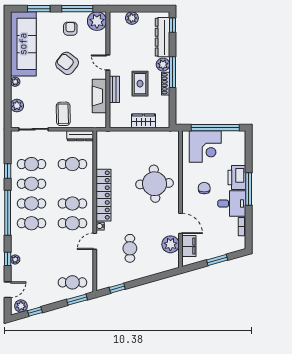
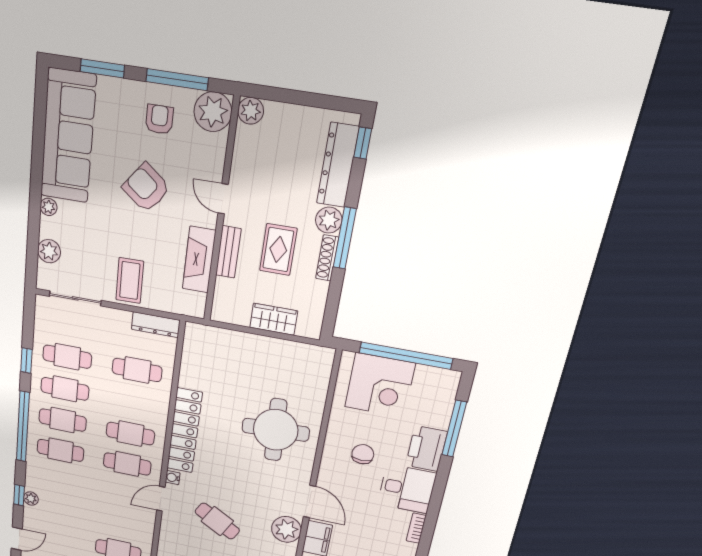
plant: (132, 18) -> (251, 111), moved
window: (249, 189) -> (454, 429), moved
cafe table: (130, 248) -> (217, 521), turned -61

